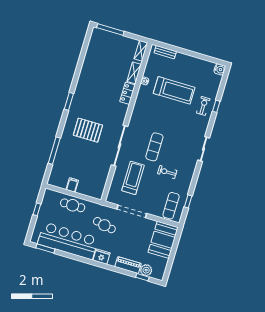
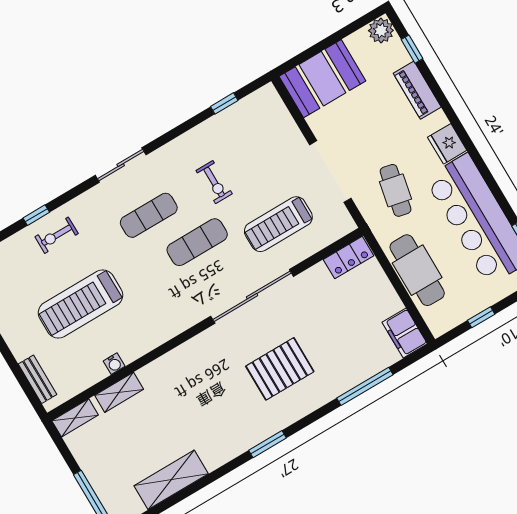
shelving: (90, 60) -> (171, 480), added
treadmill: (174, 90) -> (80, 304), turned -90
locker: (128, 93) -> (348, 258), moved
pallet: (88, 130) -> (280, 369), turned 90
filing cabinet: (72, 185) -> (405, 333), moved, width x2.00
cafe table: (73, 205) -> (417, 270), width x1.37, depth x1.35
exercise mat: (171, 206) -> (149, 215), moved
plant: (146, 270) -> (381, 30), moved

